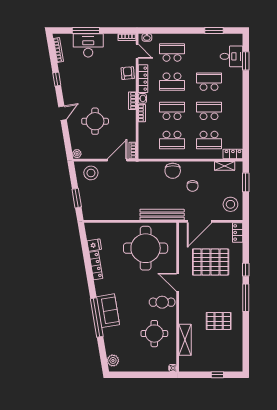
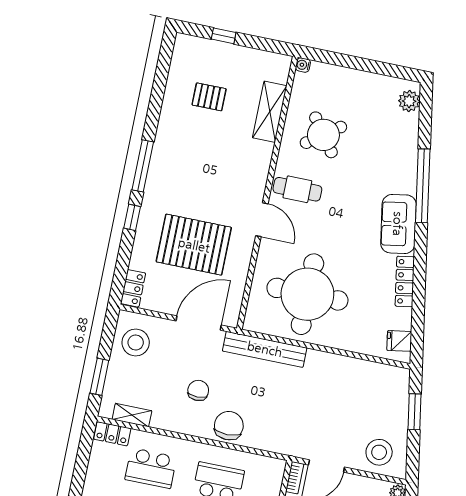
school desk: (209, 140) -> (151, 468), turned 180
fridge: (94, 245) -> (399, 341), moved
sofa: (108, 311) -> (398, 224), moved
pallet: (219, 321) -> (209, 97), moved, width x0.67, depth x0.71
round table: (154, 334) -> (323, 135), turned -36

